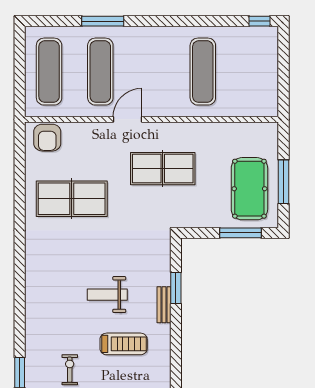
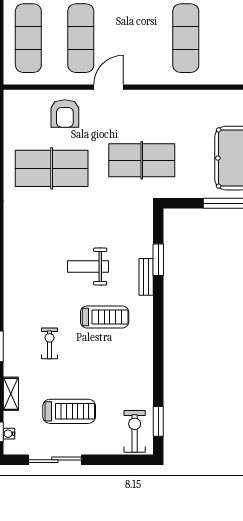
armchair: (47, 138) -> (65, 113), moved
table tennis table: (163, 169) -> (142, 160), moved

